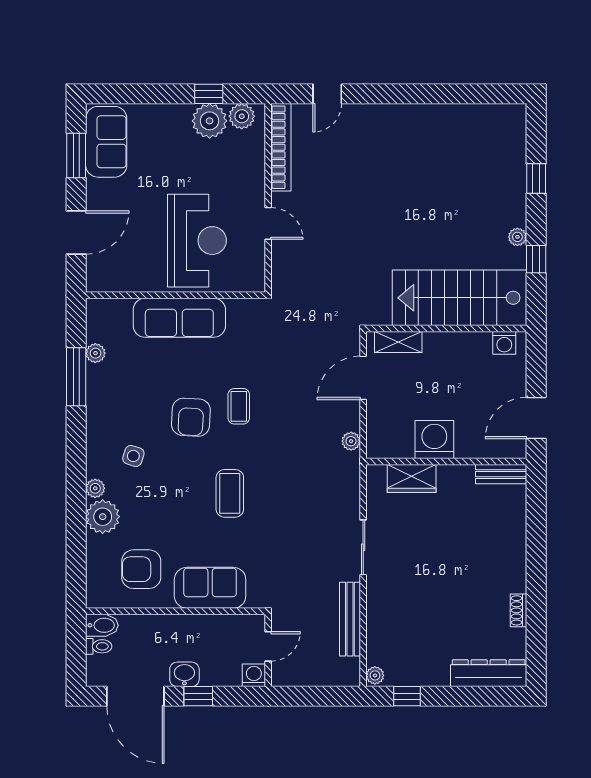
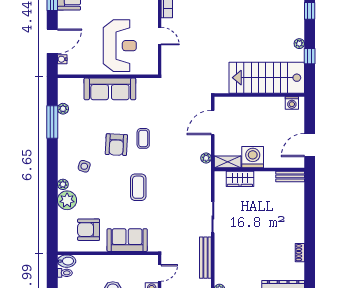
water cooler: (94, 265) -> (62, 59), added
shelving: (398, 342) -> (228, 162), moved

